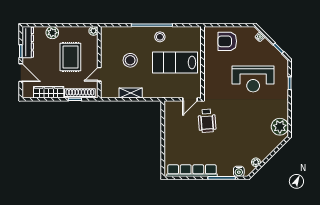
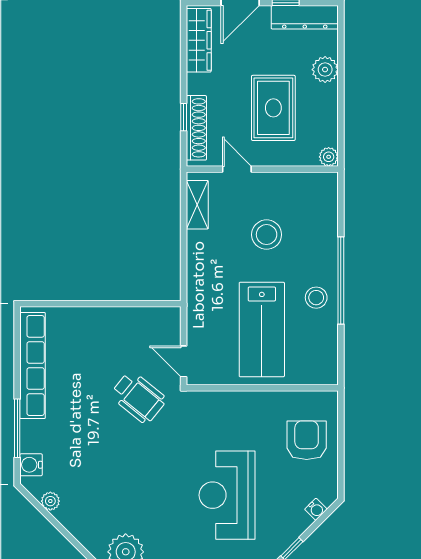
rug: (70, 57) -> (273, 108), turned 90
lab bench: (175, 62) -> (262, 329), turned 180
wardrobe: (49, 92) -> (199, 40), moved
shelving: (131, 93) -> (197, 205), moved
wheelchair: (207, 121) -> (138, 397), turned -137

